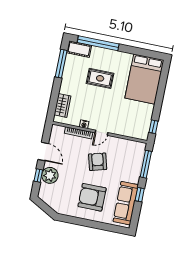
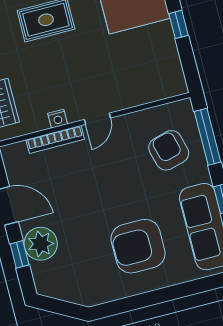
window: (154, 127) -> (178, 24), moved
armchair: (98, 162) -> (169, 150), moved

